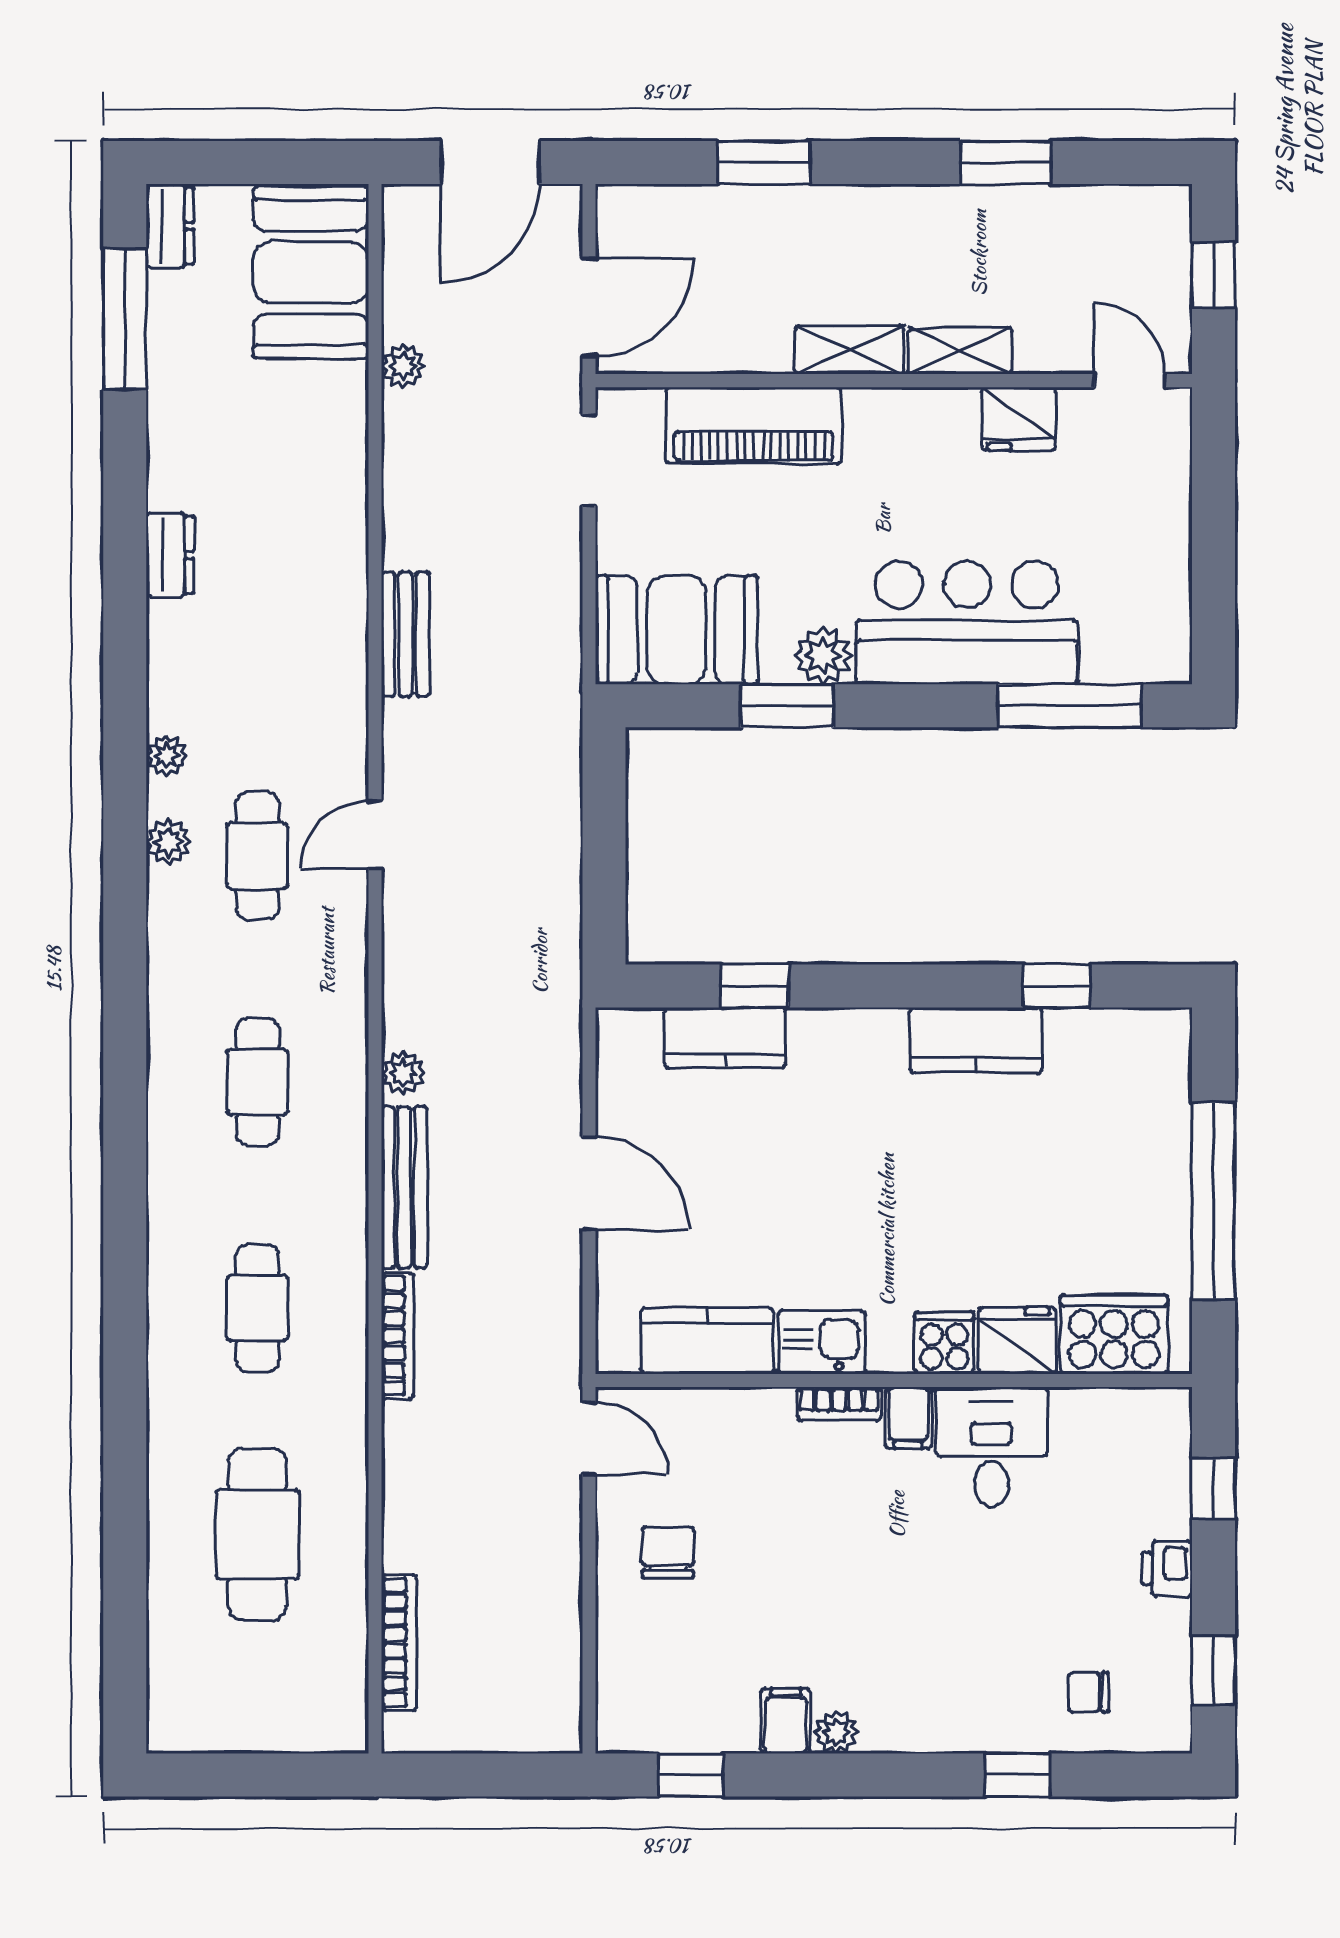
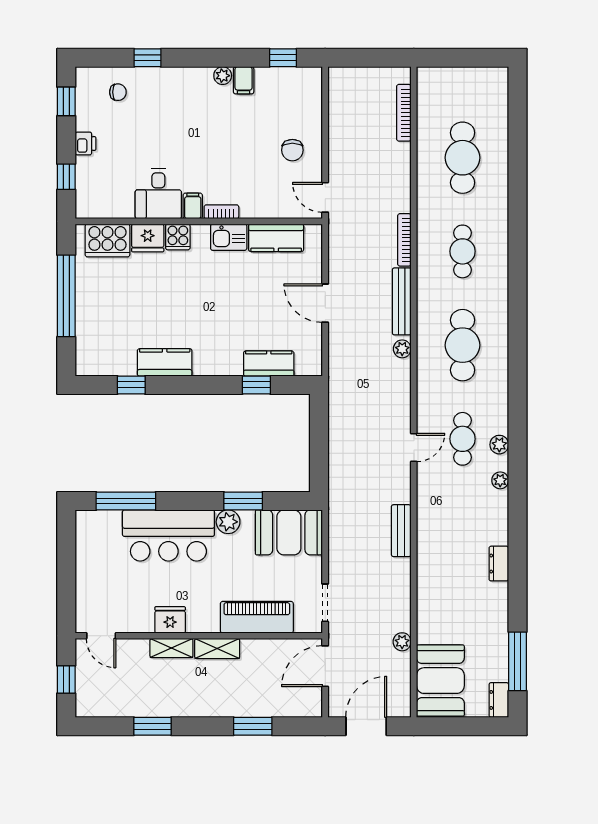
fridge: (1019, 419) -> (170, 620), moved
cafe table: (257, 1082) -> (463, 345), width x1.37, depth x1.35

